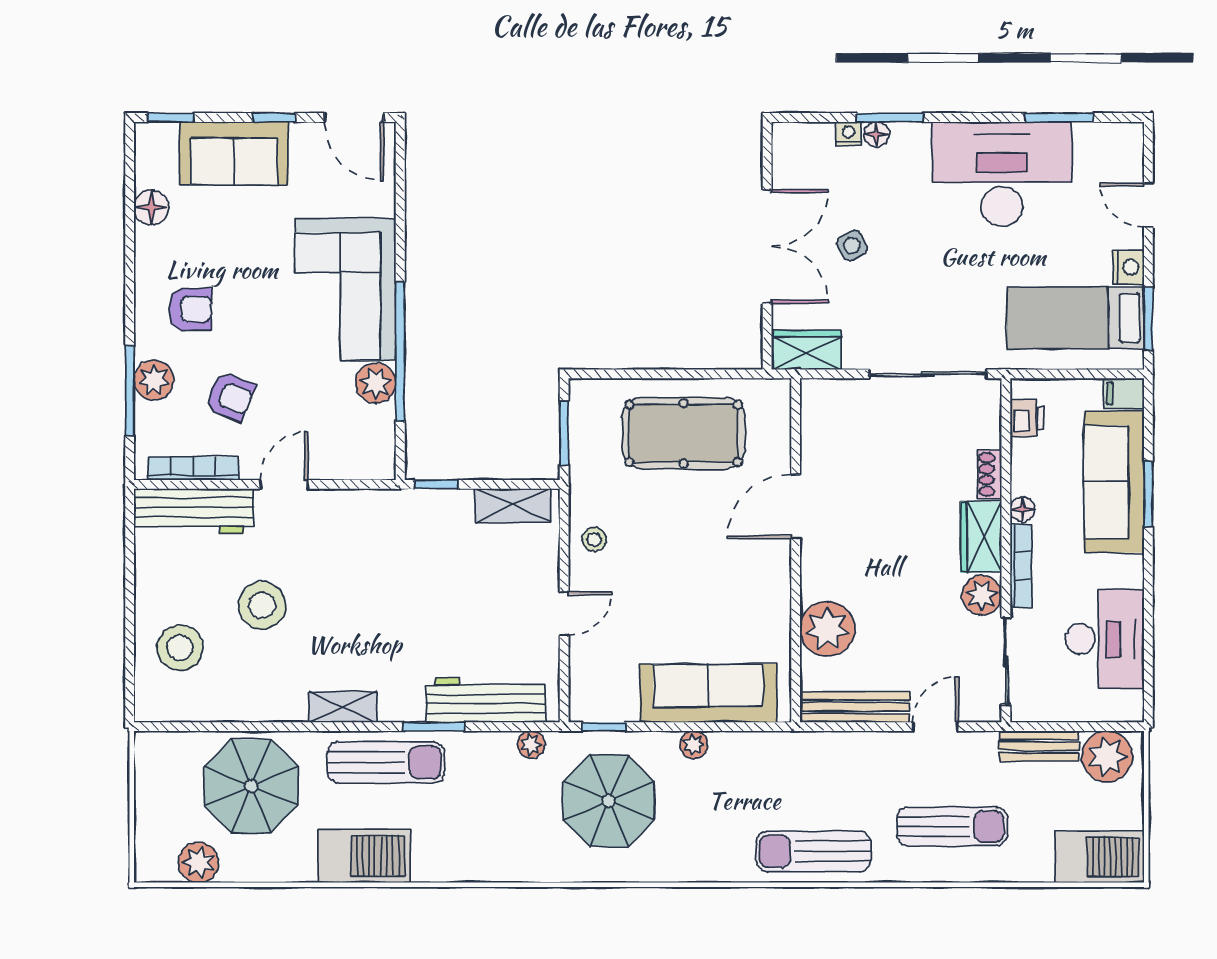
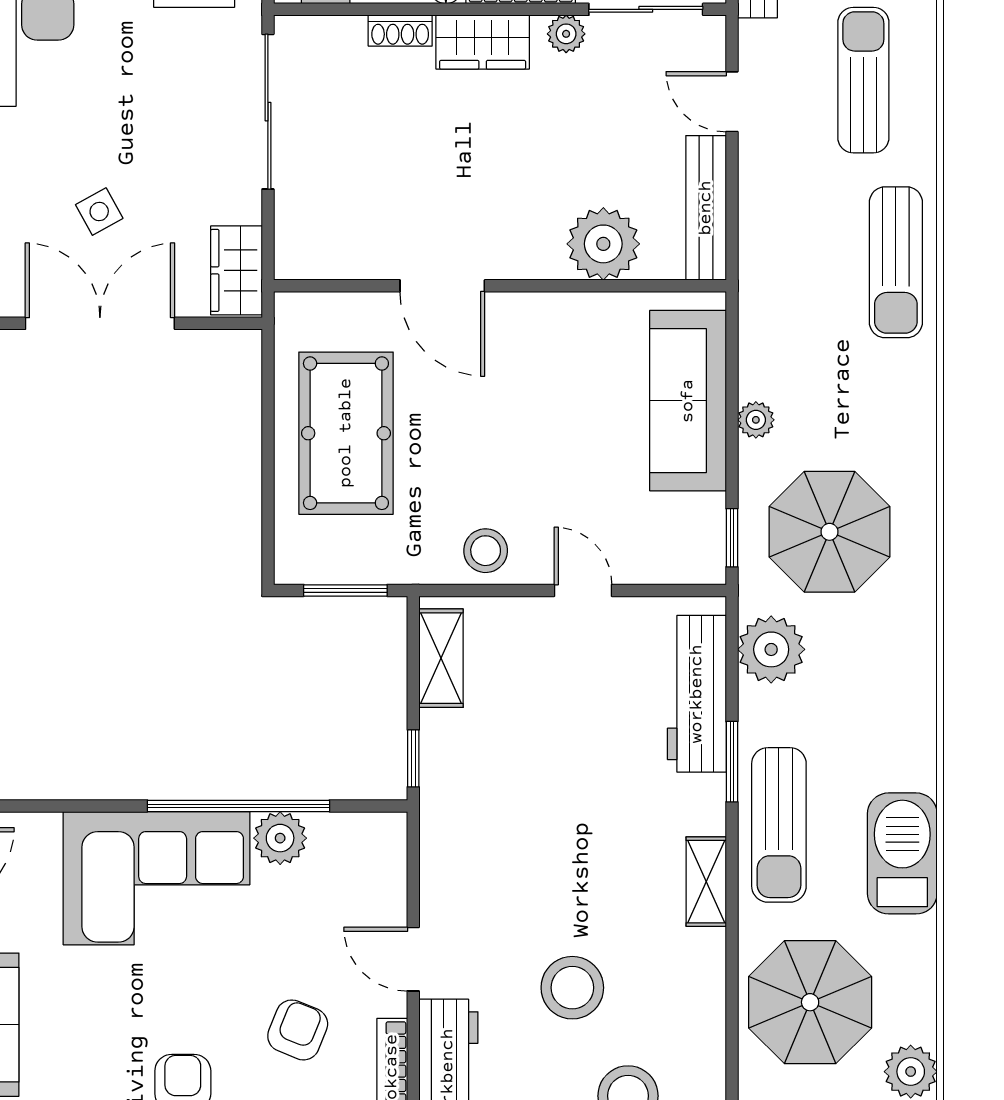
stool: (594, 539) -> (486, 551), width x1.37, depth x1.37
plant: (982, 595) -> (566, 34), width x0.73, depth x0.73
plant: (531, 745) -> (771, 649), width x1.88, depth x1.88
sun lounger: (386, 762) -> (779, 825), turned 180

